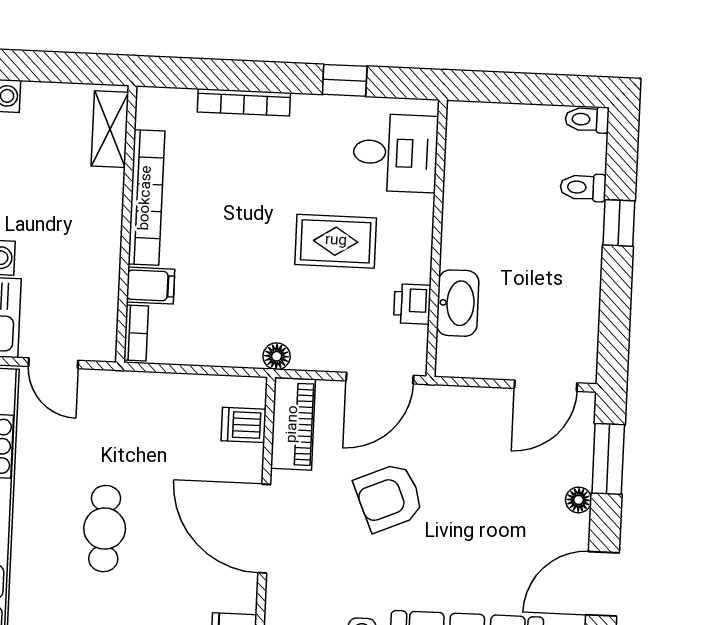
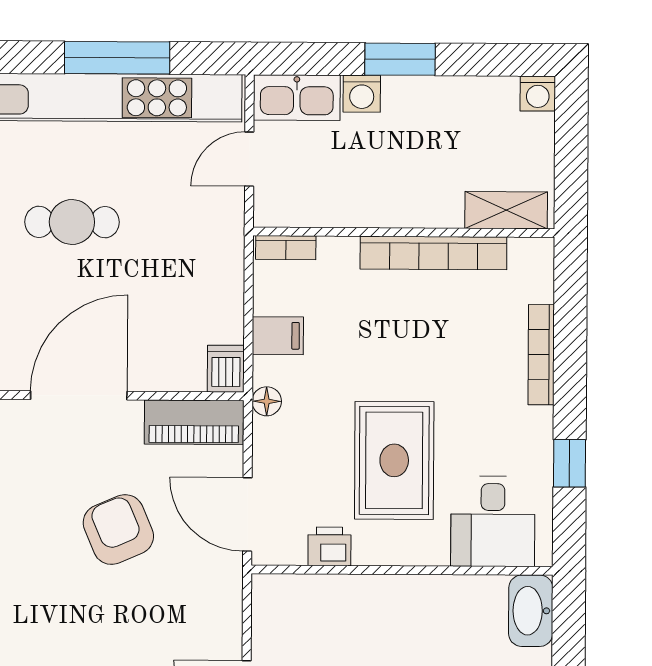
rug: (336, 241) -> (394, 460), width x1.36, depth x1.43
filing cabinet: (151, 286) -> (278, 336), moved, turned -90
washbasin: (458, 303) -> (531, 611), moved, turned 90
dishwasher: (244, 425) -> (226, 369), moved

